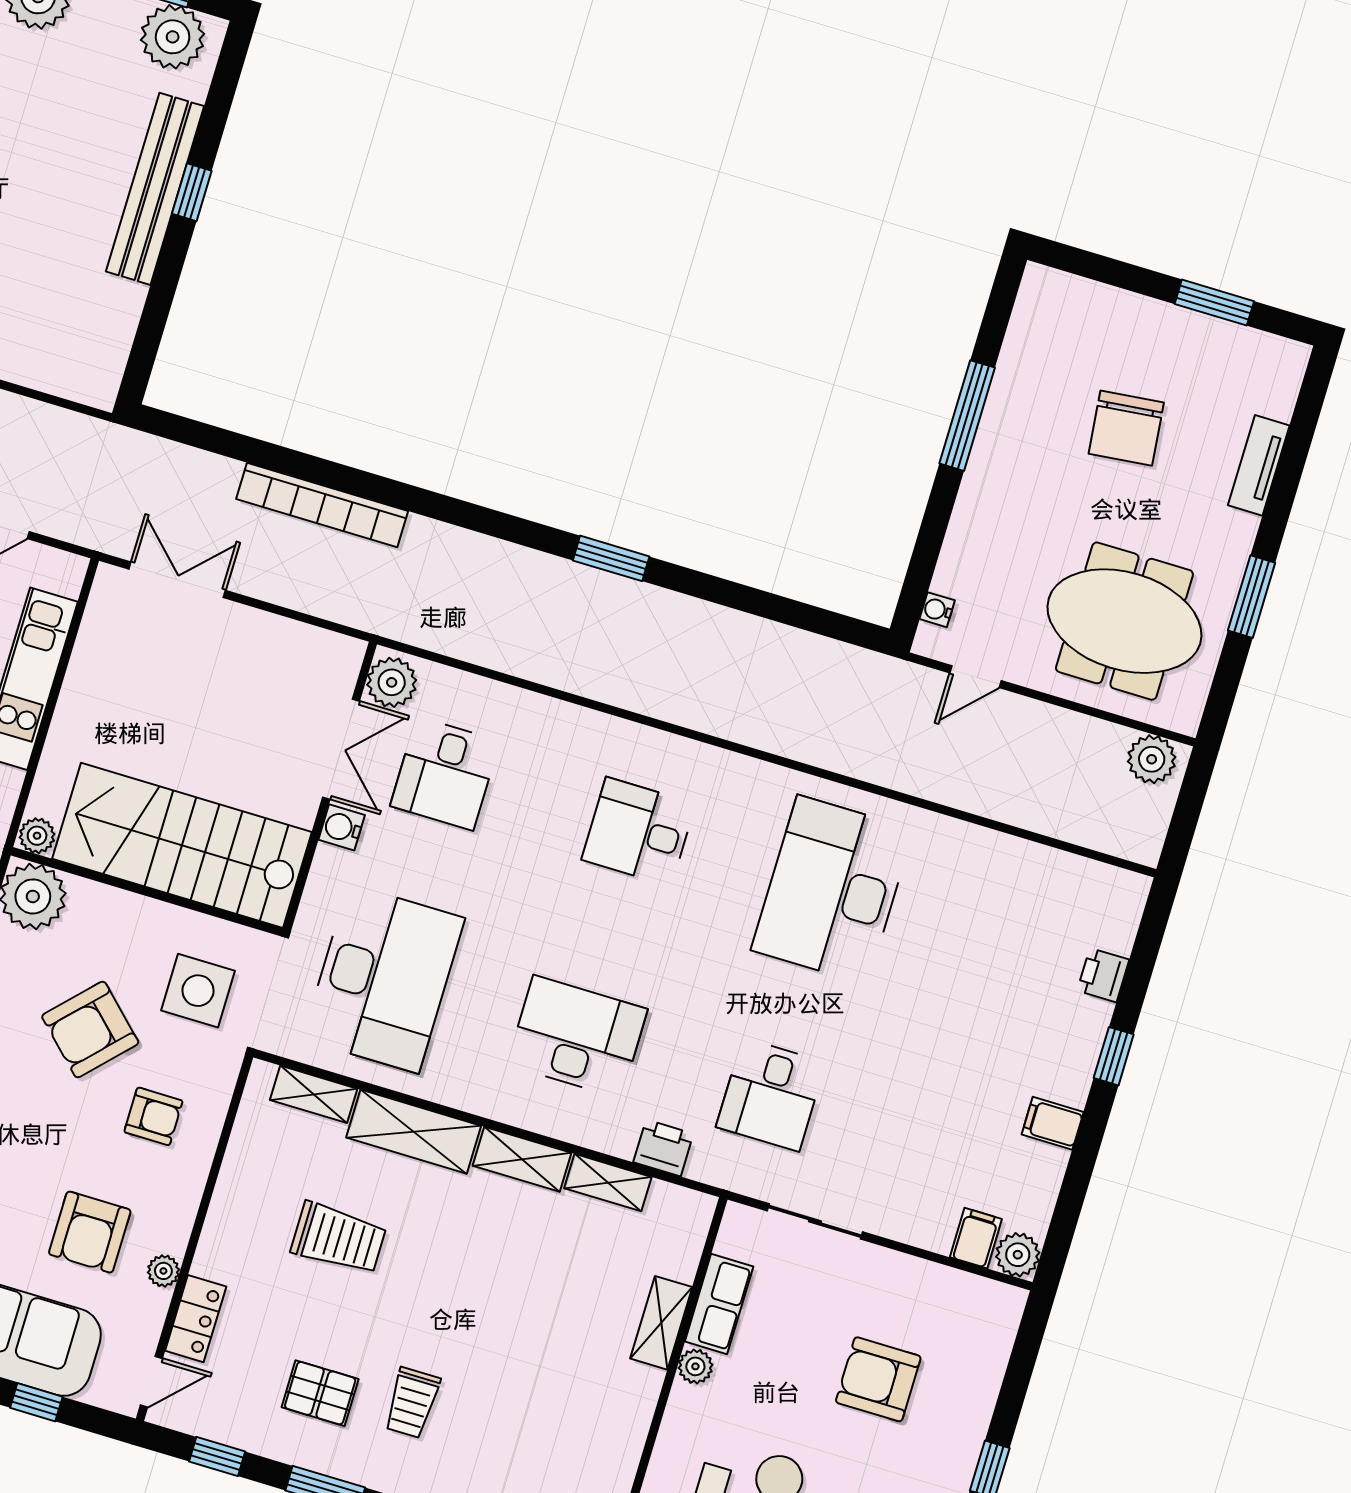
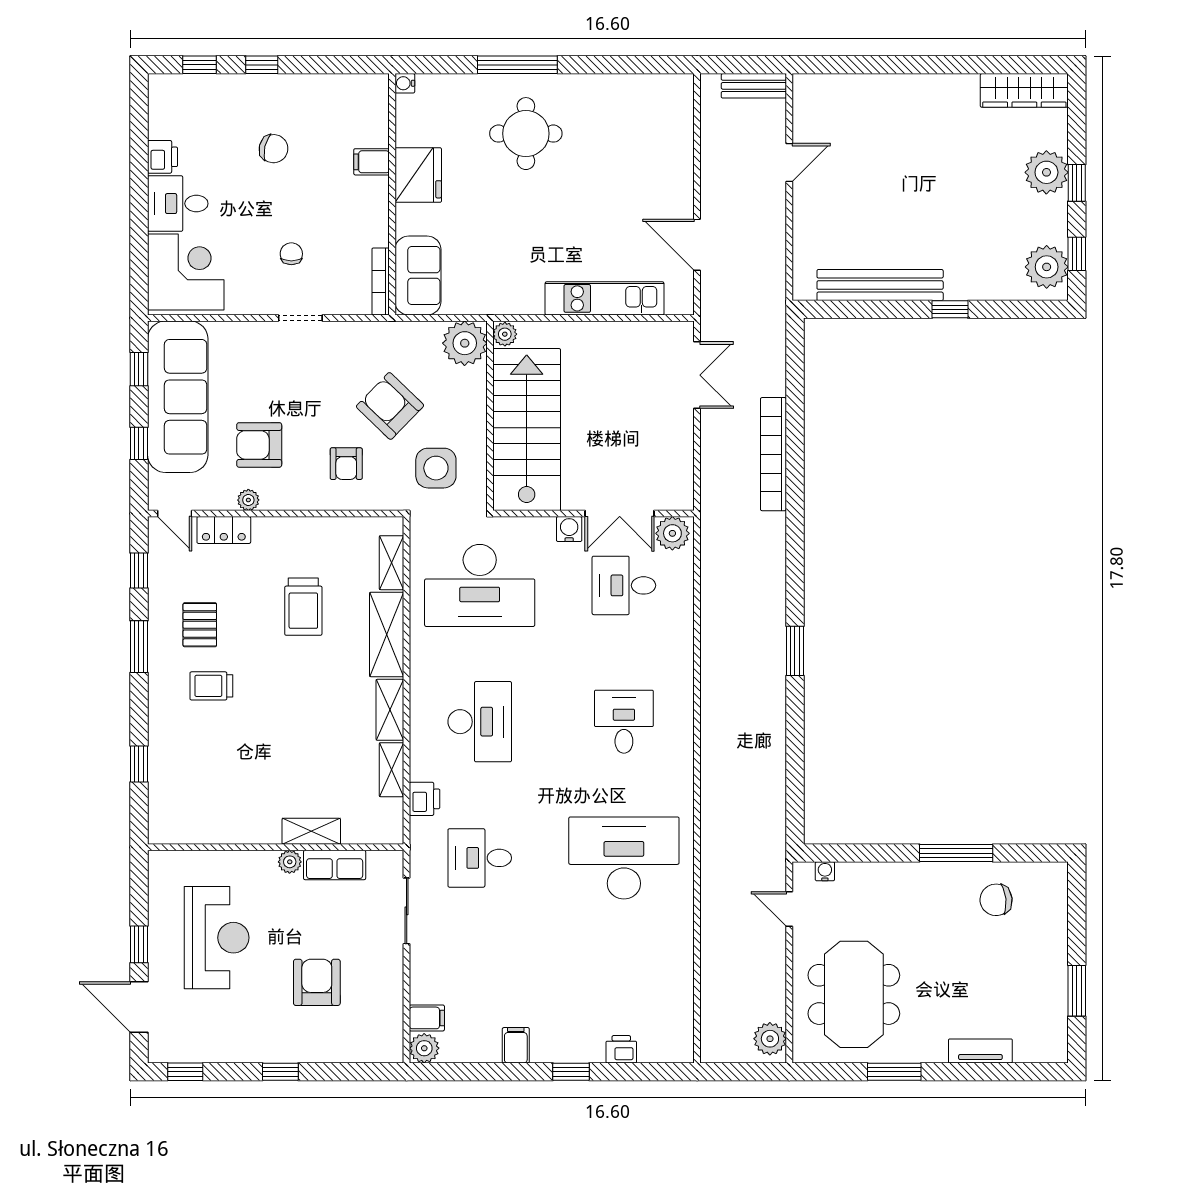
bench: (155, 189) -> (880, 285), moved
chair: (1126, 428) -> (996, 900), moved, width x0.73, depth x0.73

